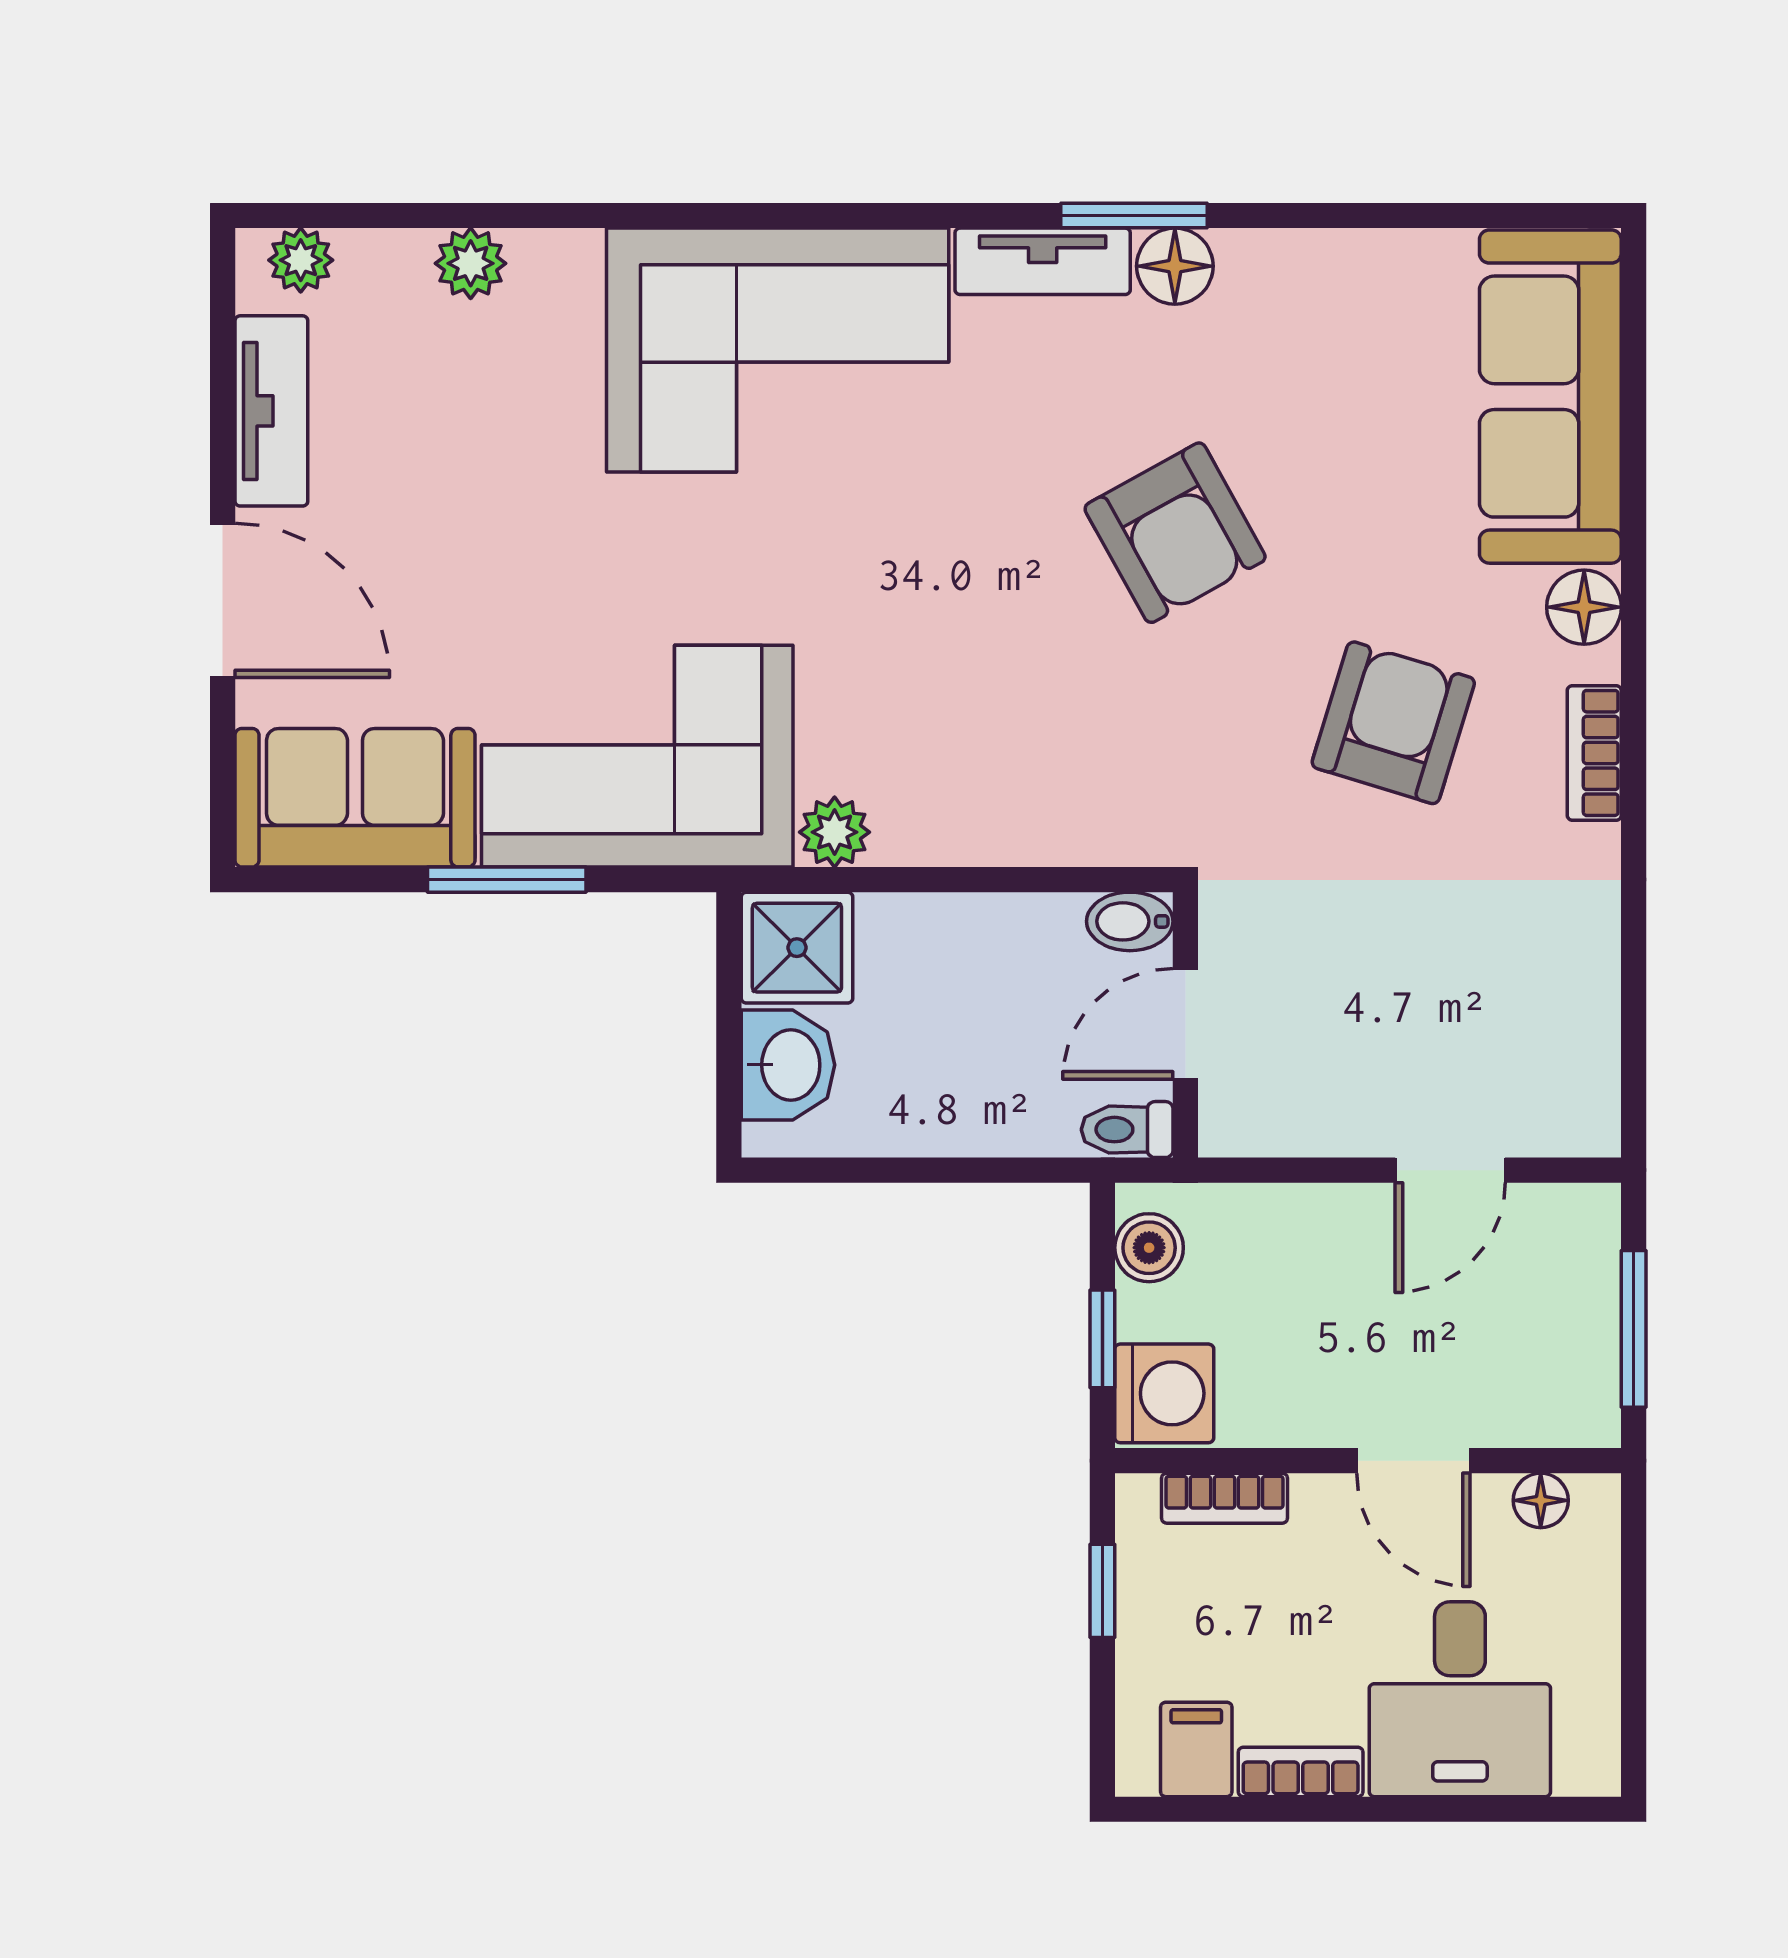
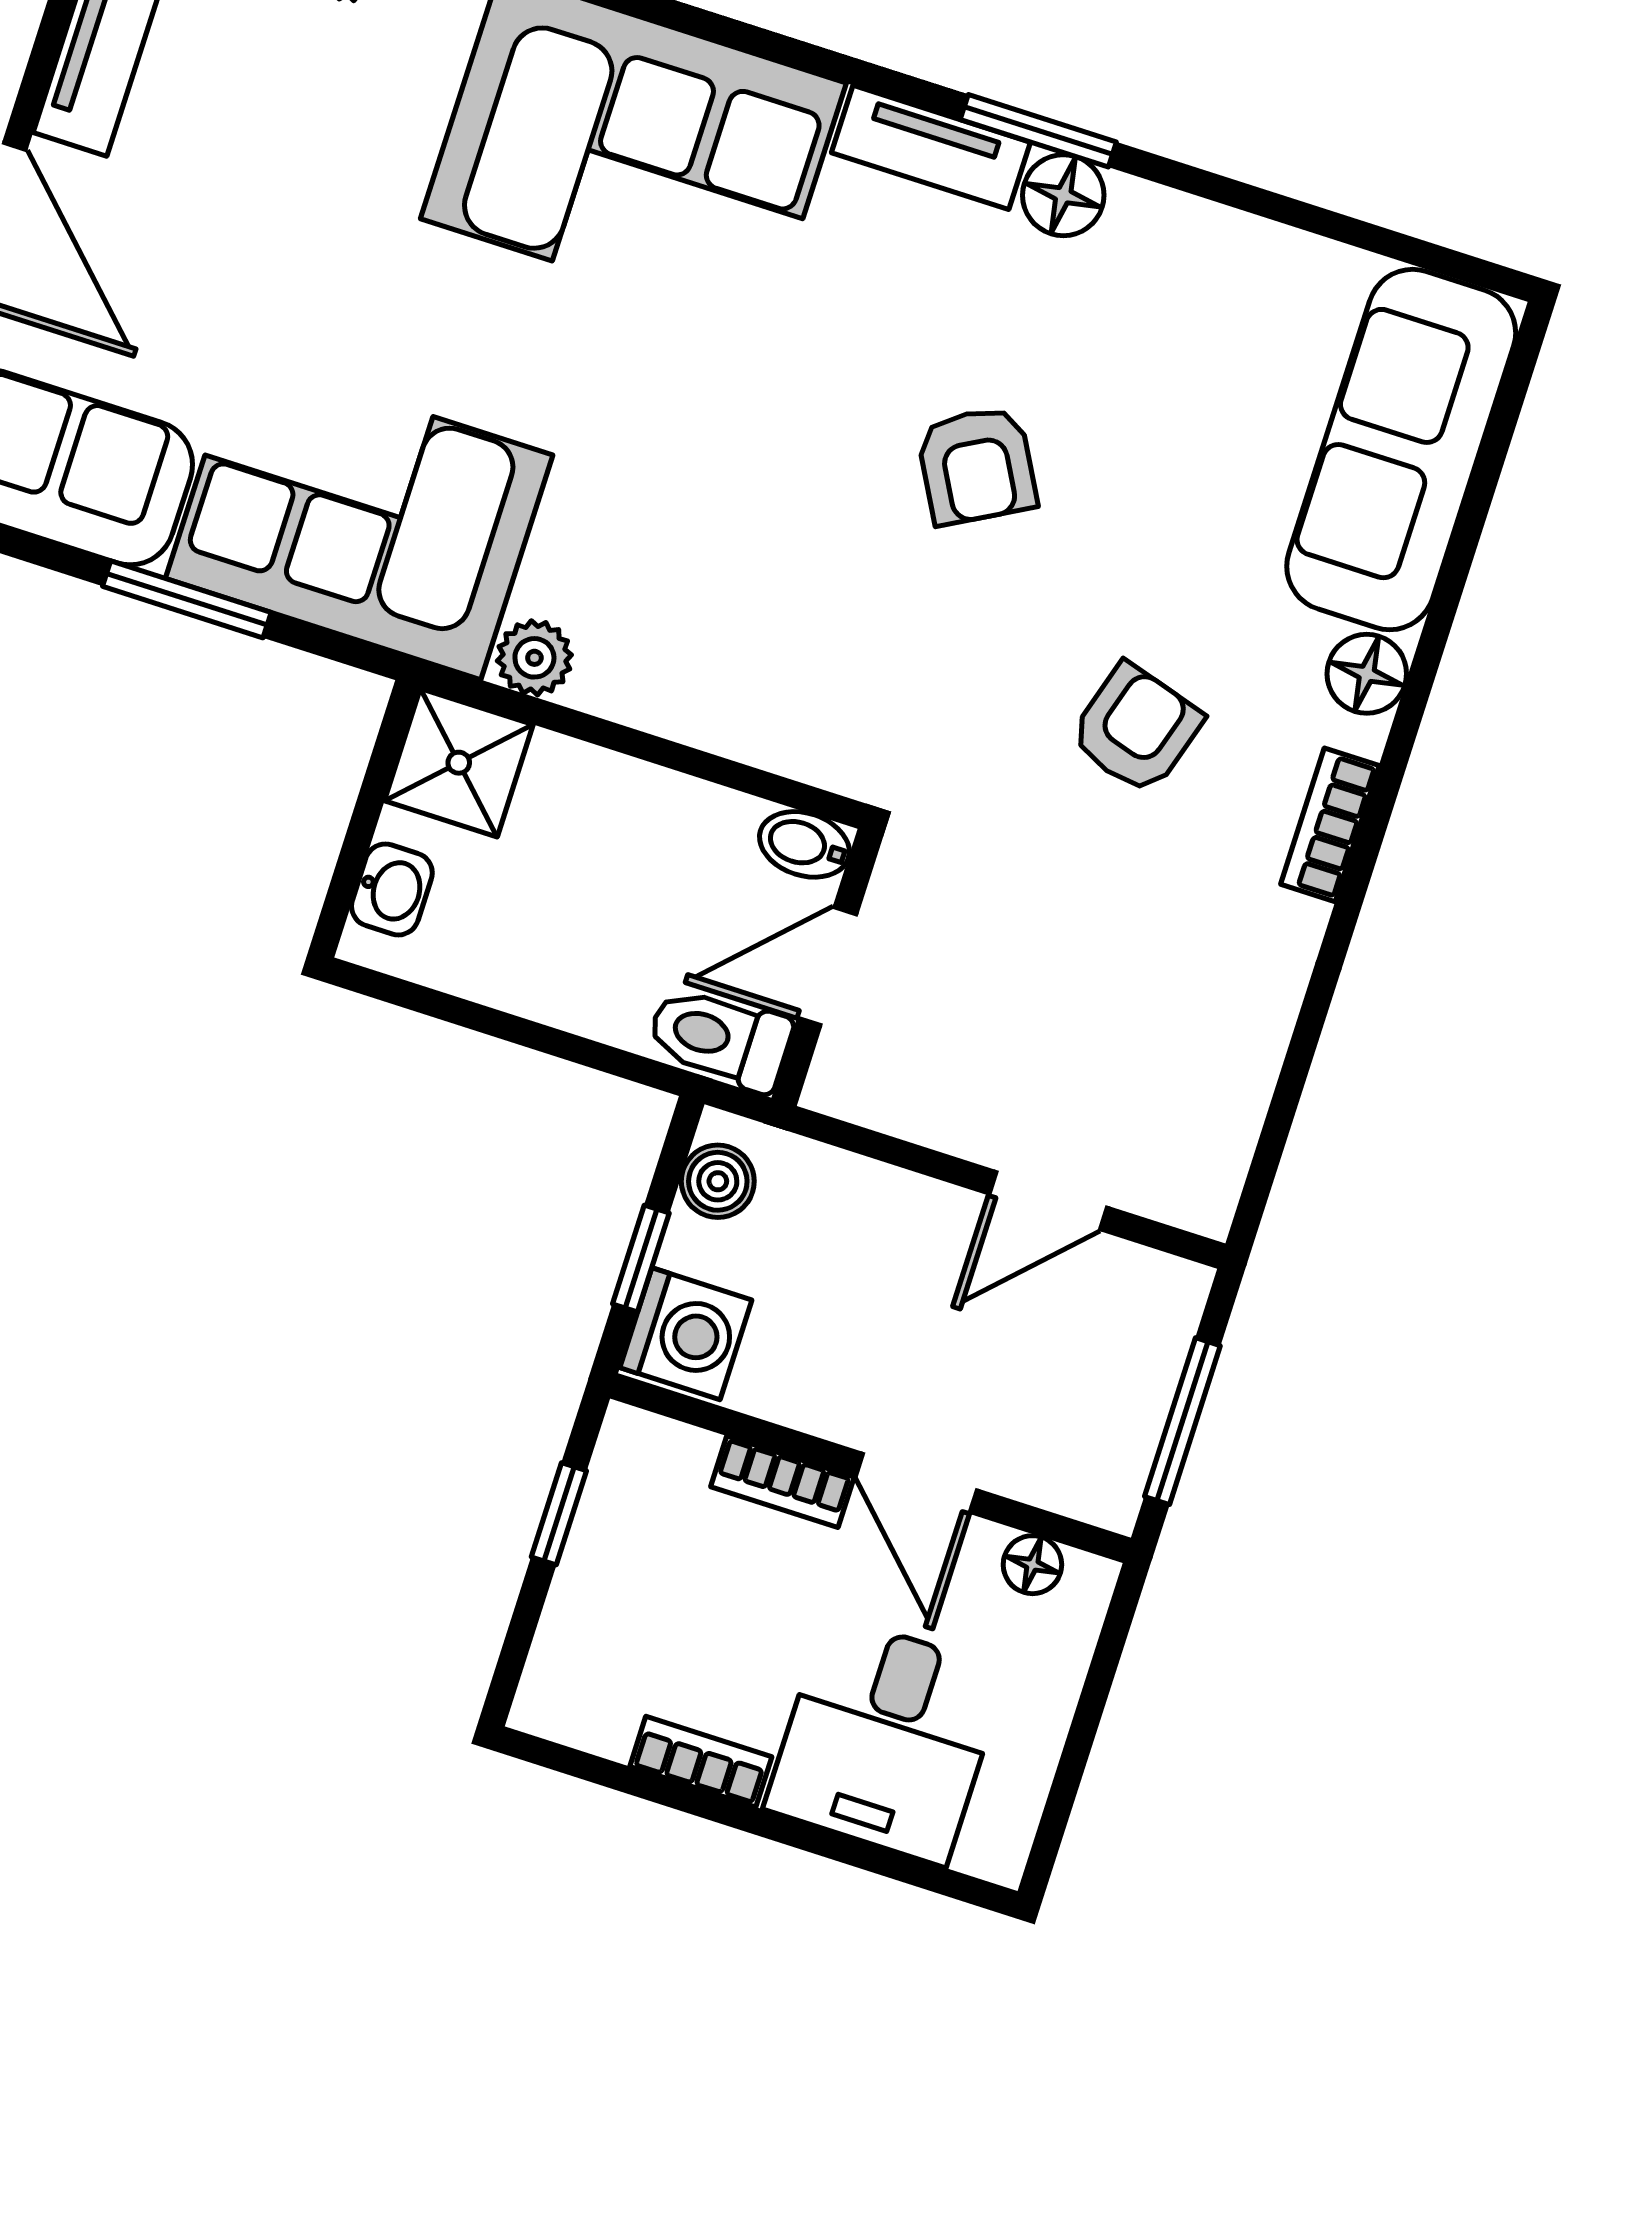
armchair: (1175, 533) -> (977, 465), width x0.72, depth x0.72
armchair: (1393, 723) -> (1136, 729), width x0.72, depth x0.72
washbasin: (788, 1065) -> (392, 889), width x0.72, depth x0.69
toilet: (1127, 1130) -> (720, 1038), width x1.37, depth x1.39
bookcase: (1225, 1498) -> (782, 1482), moved
filing cabinet: (1196, 1749) -> (602, 1705), removed

